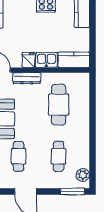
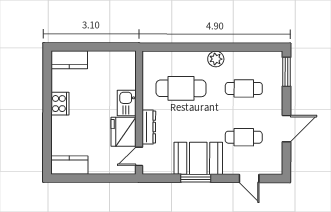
fridge: (28, 60) -> (124, 132), width x1.88, depth x1.34
kitchen counter: (74, 60) -> (127, 70), removed
plant: (83, 175) -> (216, 59), moved

